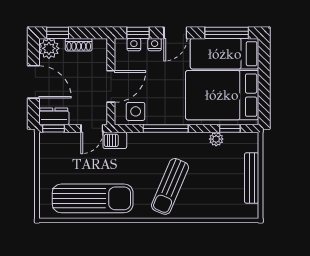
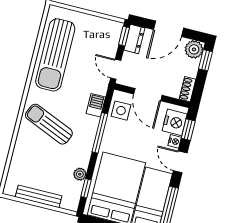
shoe rack: (79, 45) -> (187, 89), moved
nightstand: (134, 45) -> (175, 122), width x1.89, depth x1.79
barbecue: (115, 140) -> (96, 105), moved

